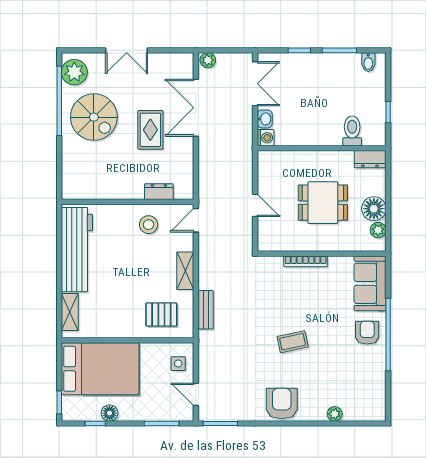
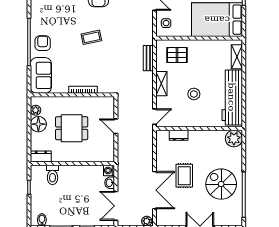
plant: (74, 72) -> (234, 139), moved
stool: (149, 225) -> (194, 94), moved
armchair: (367, 333) -> (43, 43), turned 180

